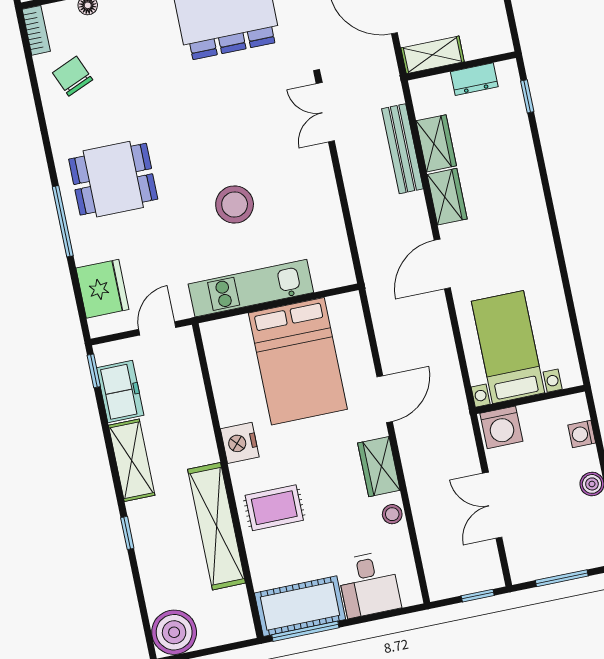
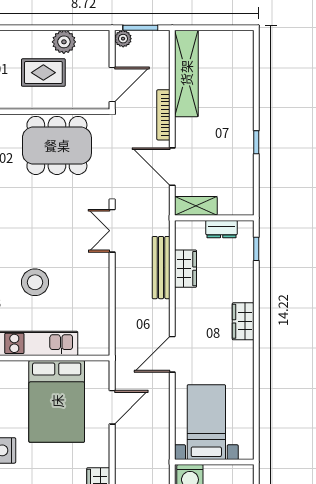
wardrobe: (447, 197) -> (243, 321), moved, turned 180
door: (385, 399) -> (112, 407), moved

